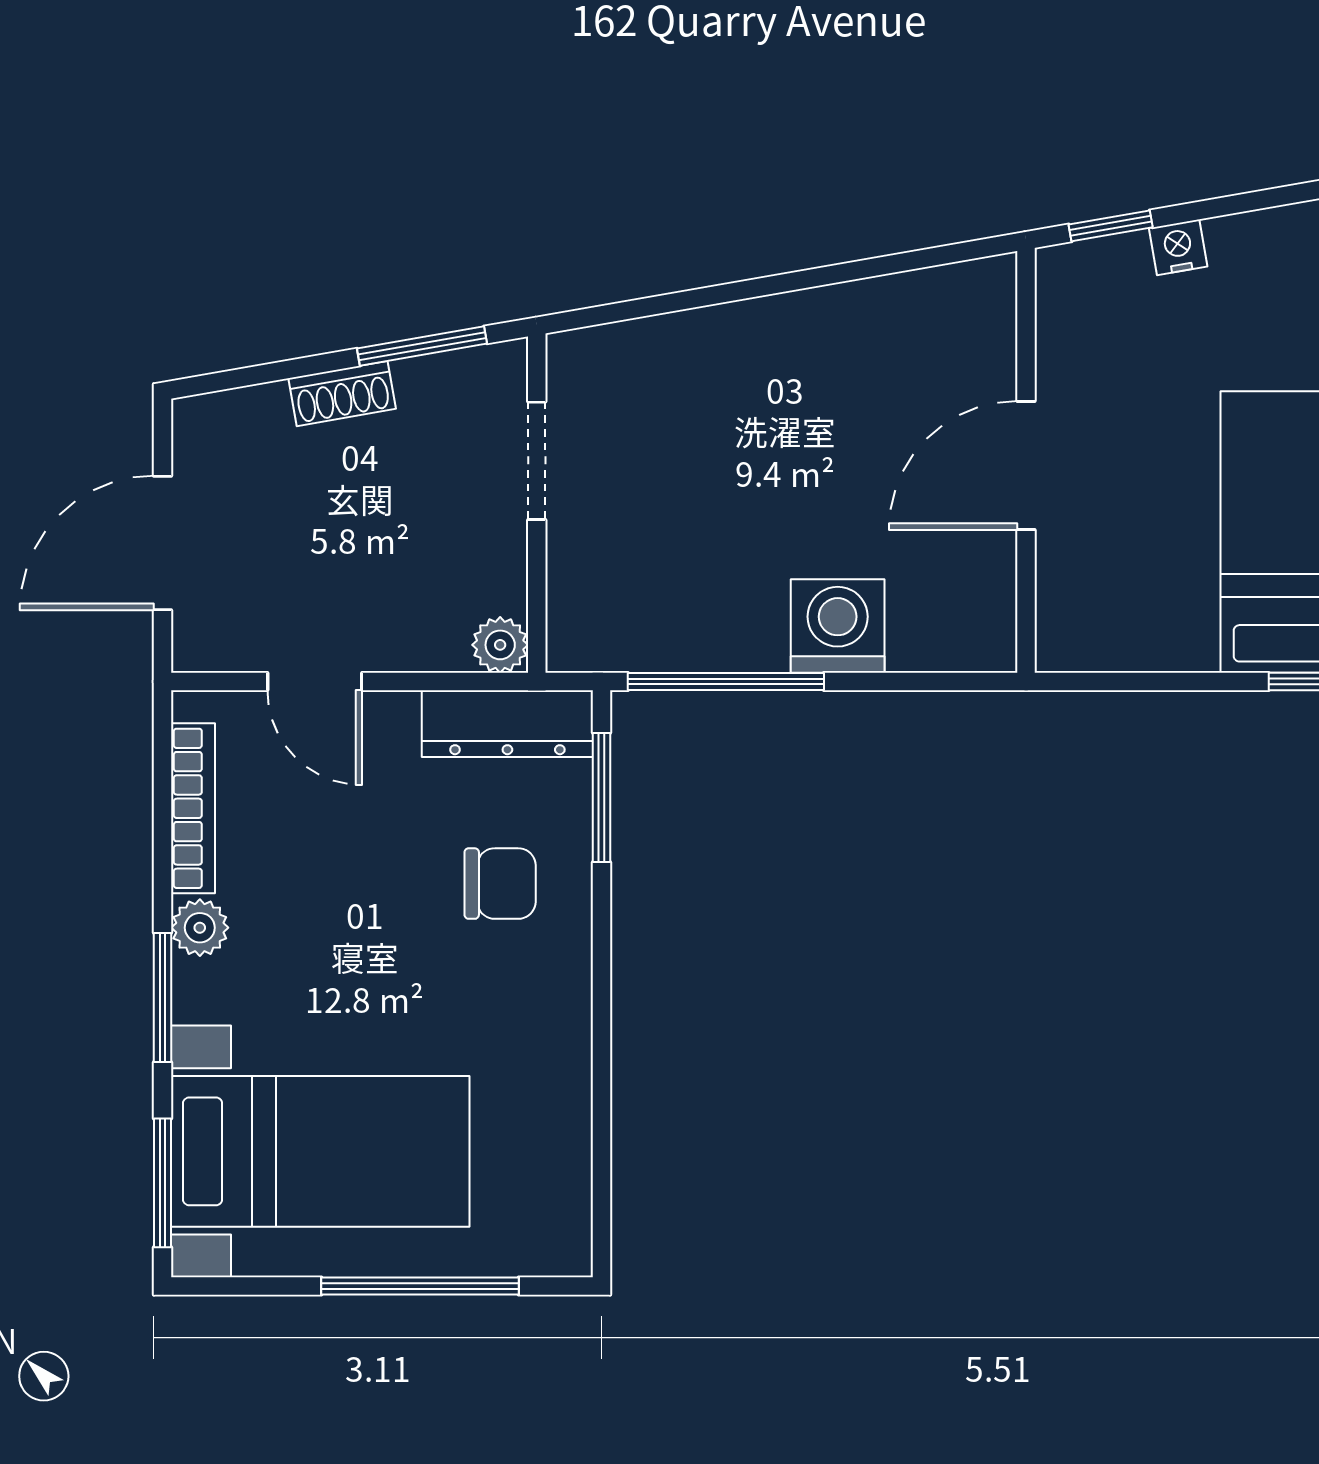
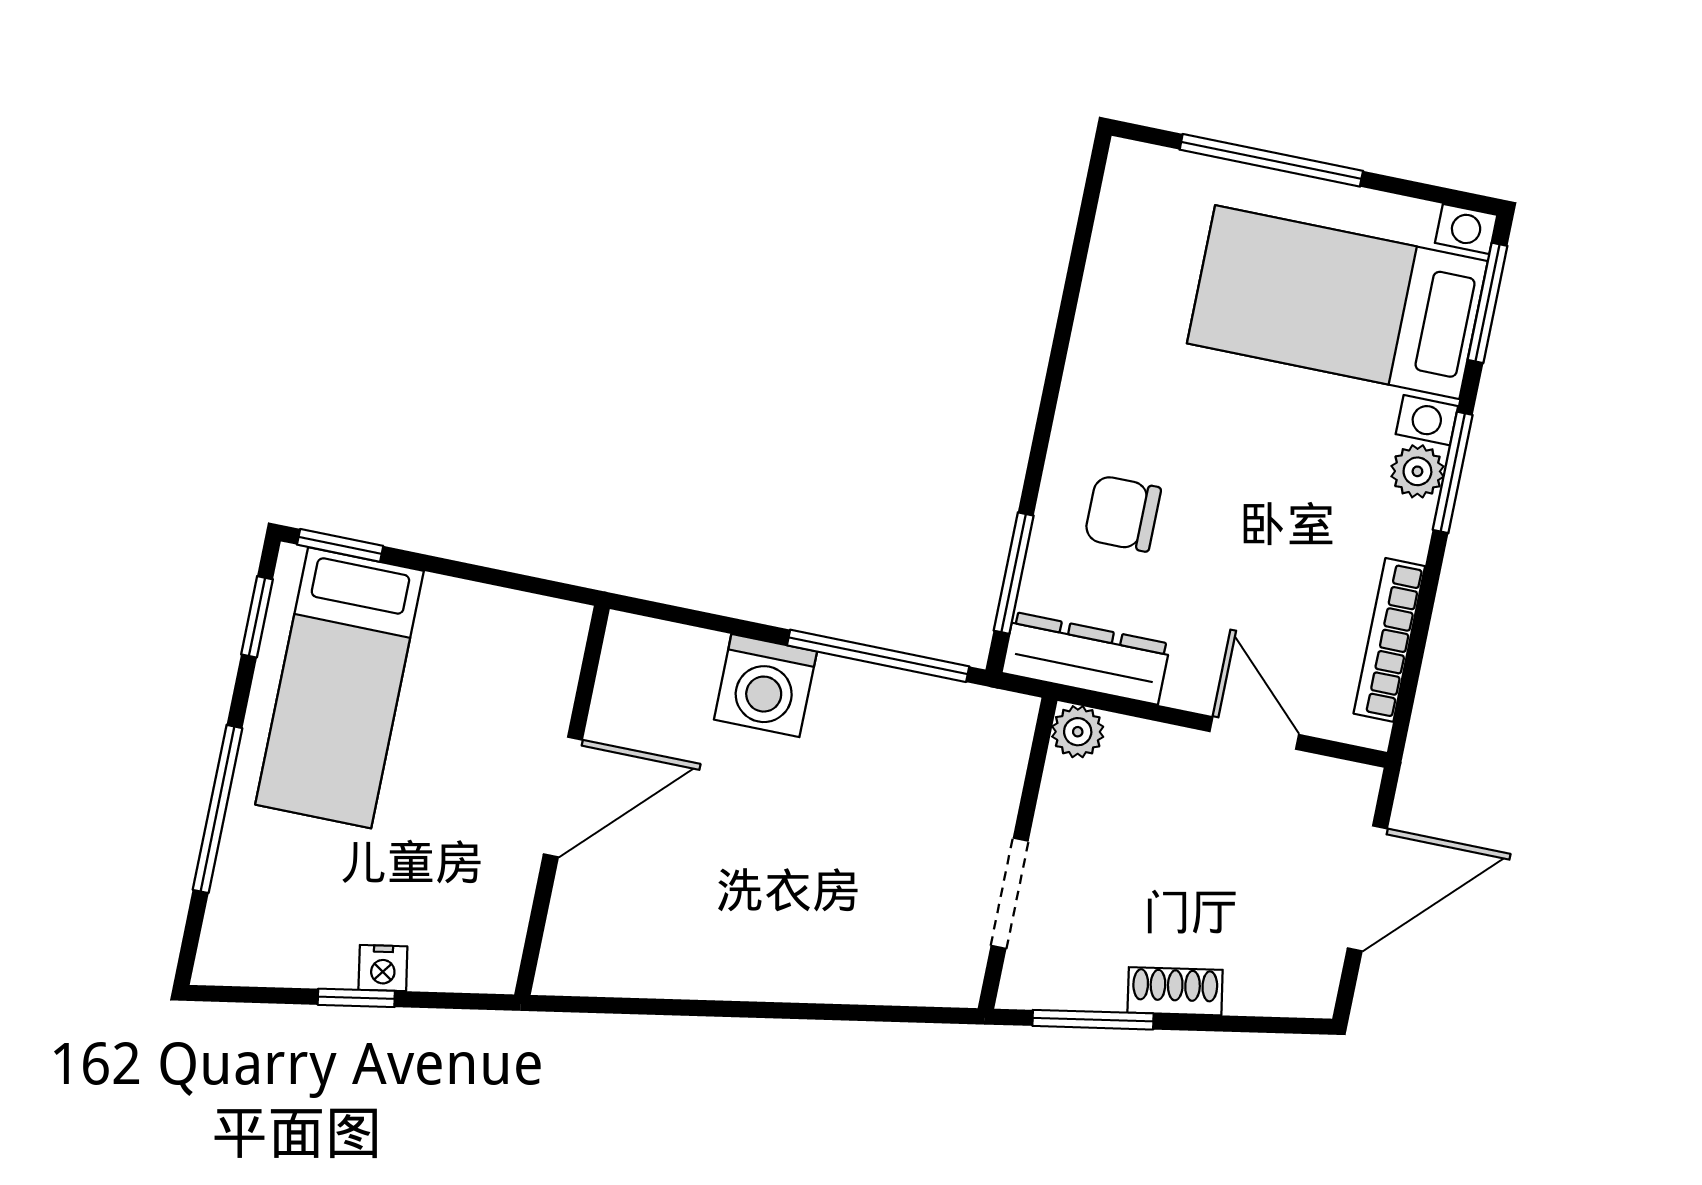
window: (1111, 226) -> (356, 998), moved
plant: (200, 928) -> (1417, 471), moved

